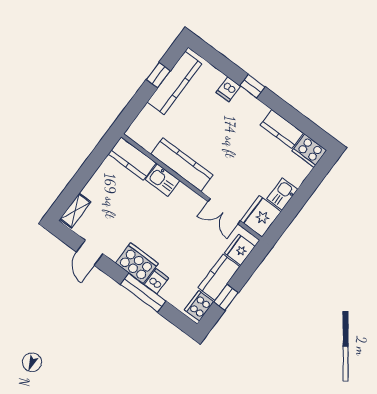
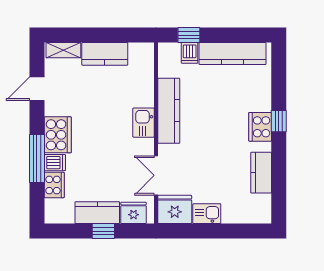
window: (158, 75) -> (189, 35), moved
dishwasher: (228, 89) -> (190, 53), moved, turned -90
cooker: (309, 151) -> (260, 127), moved
kitchen counter: (132, 158) -> (105, 54), moved, turned -90
kitchen sink: (162, 180) -> (144, 123), moved
window: (226, 297) -> (103, 231), moved
cooker: (199, 306) -> (54, 185), moved, turned 90

